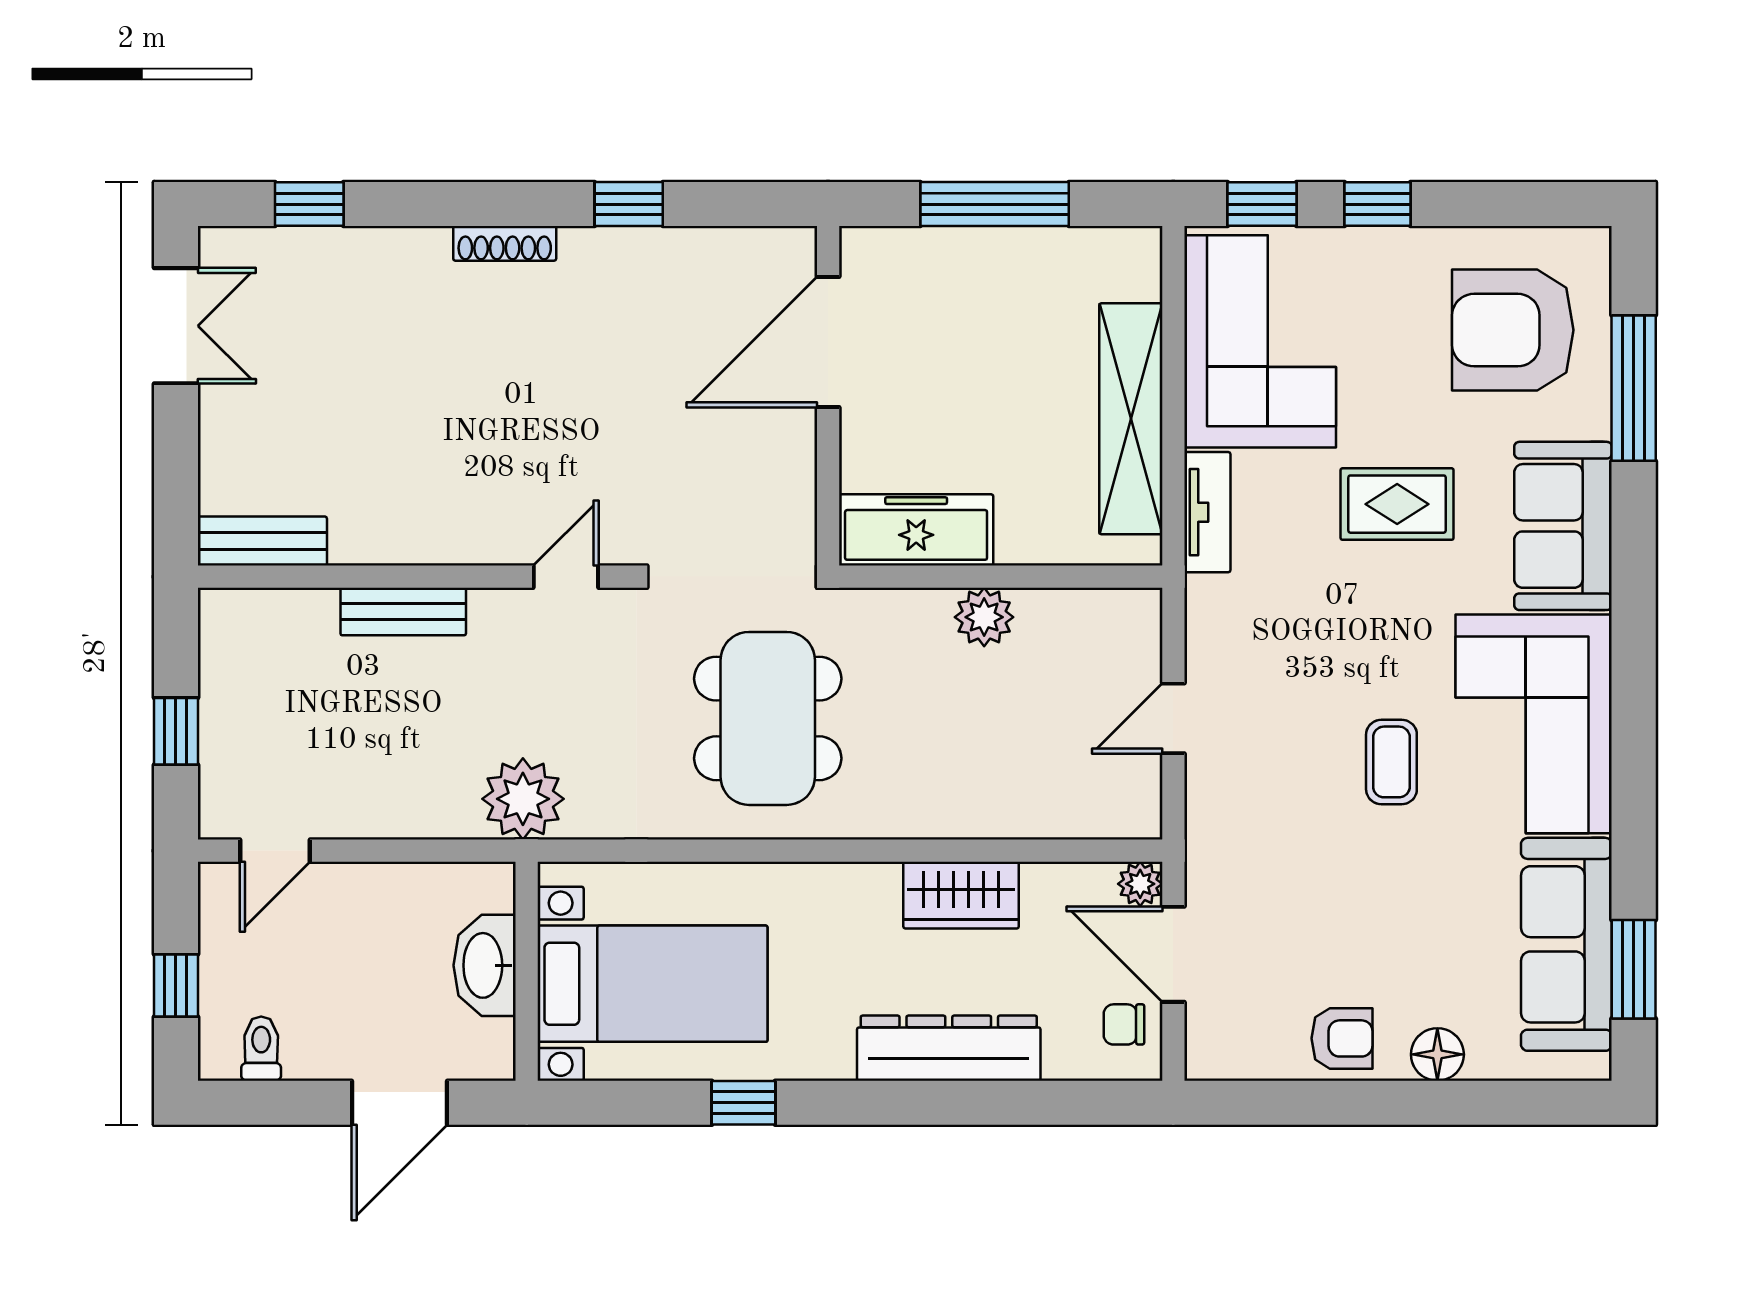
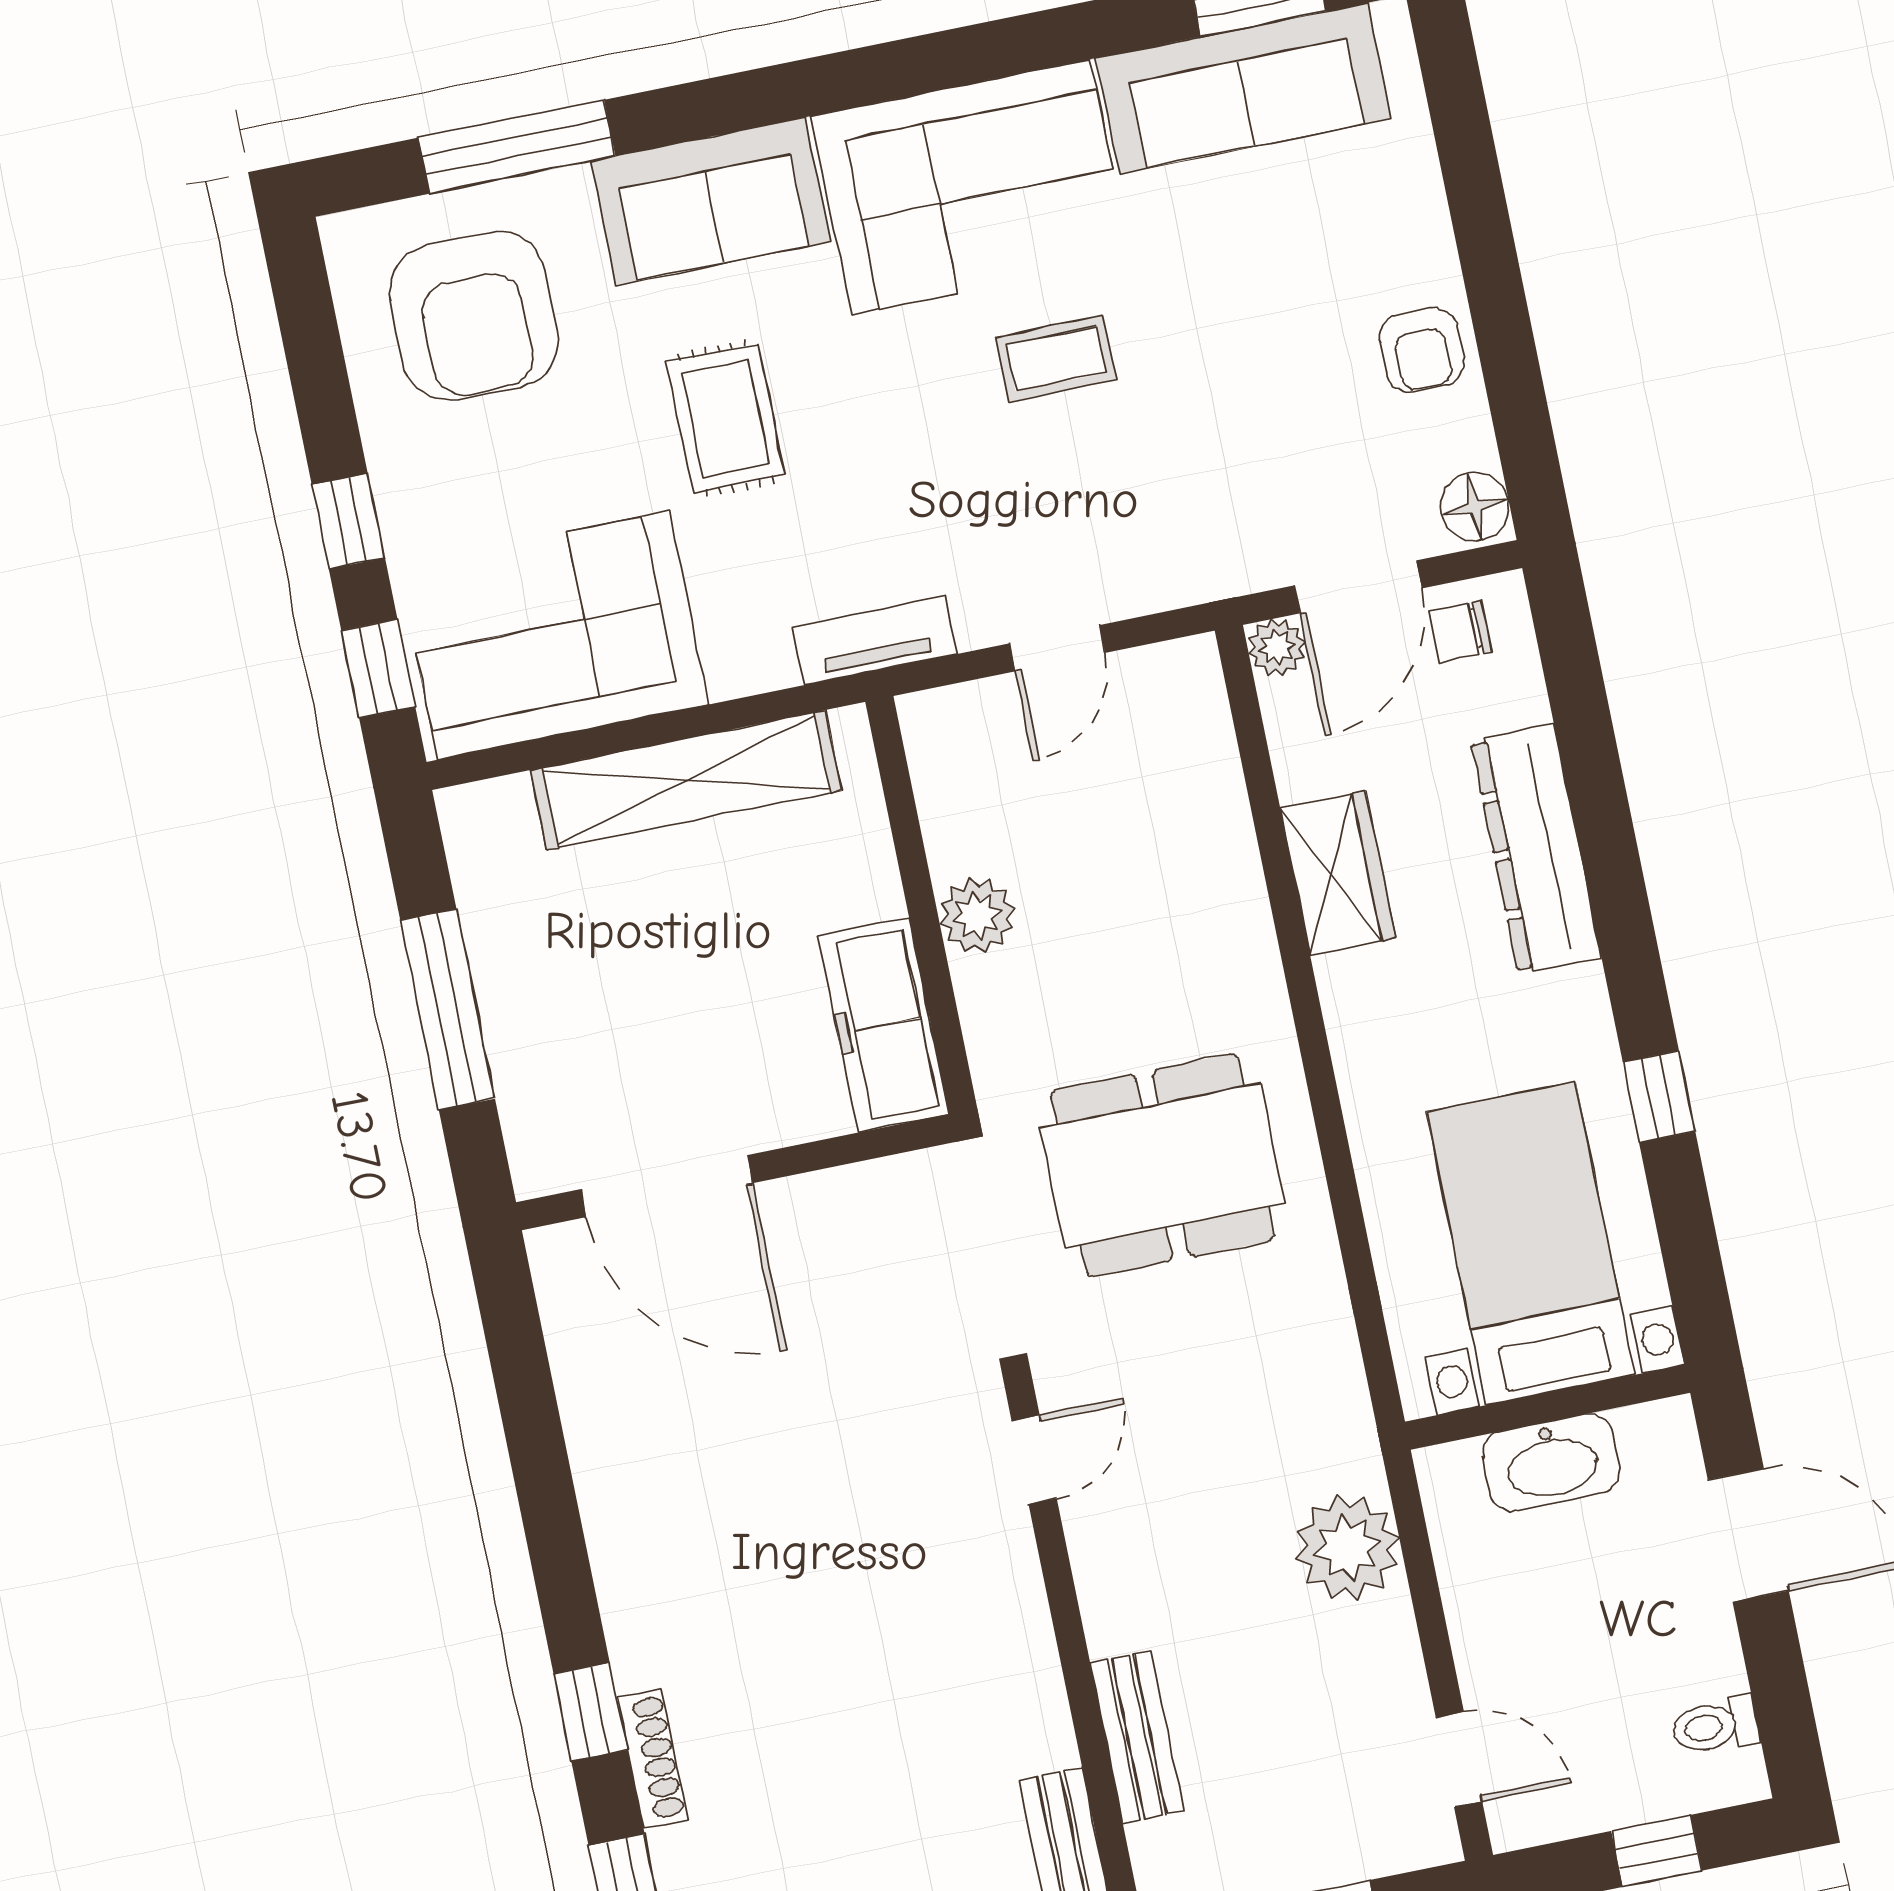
window: (629, 204) -> (591, 1712), moved
shoe rack: (505, 243) -> (652, 1758), moved
tv unit: (1207, 512) -> (875, 640), moved
door: (566, 577) -> (1034, 1460), swing flipped
bench: (403, 612) -> (1137, 1737), moved
door: (1173, 718) -> (1057, 648), hinge flipped
plant: (523, 799) -> (1347, 1548), moved
chair: (1124, 1024) -> (1460, 632), turned 90
armchair: (1342, 1038) -> (1422, 350), turned 180
floor lamp: (1437, 1054) -> (1475, 507), moved

